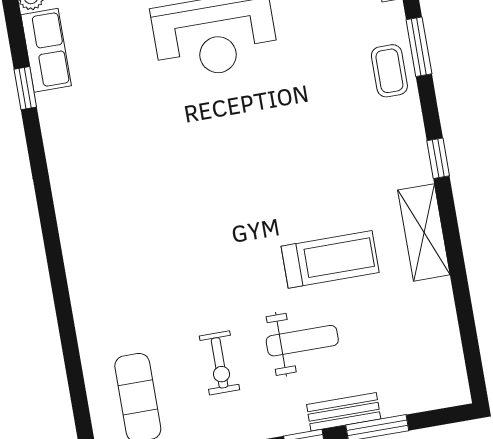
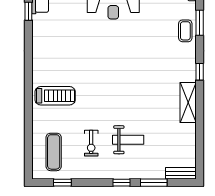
treadmill: (330, 259) -> (55, 96), moved
bench: (344, 412) -> (181, 173), moved

